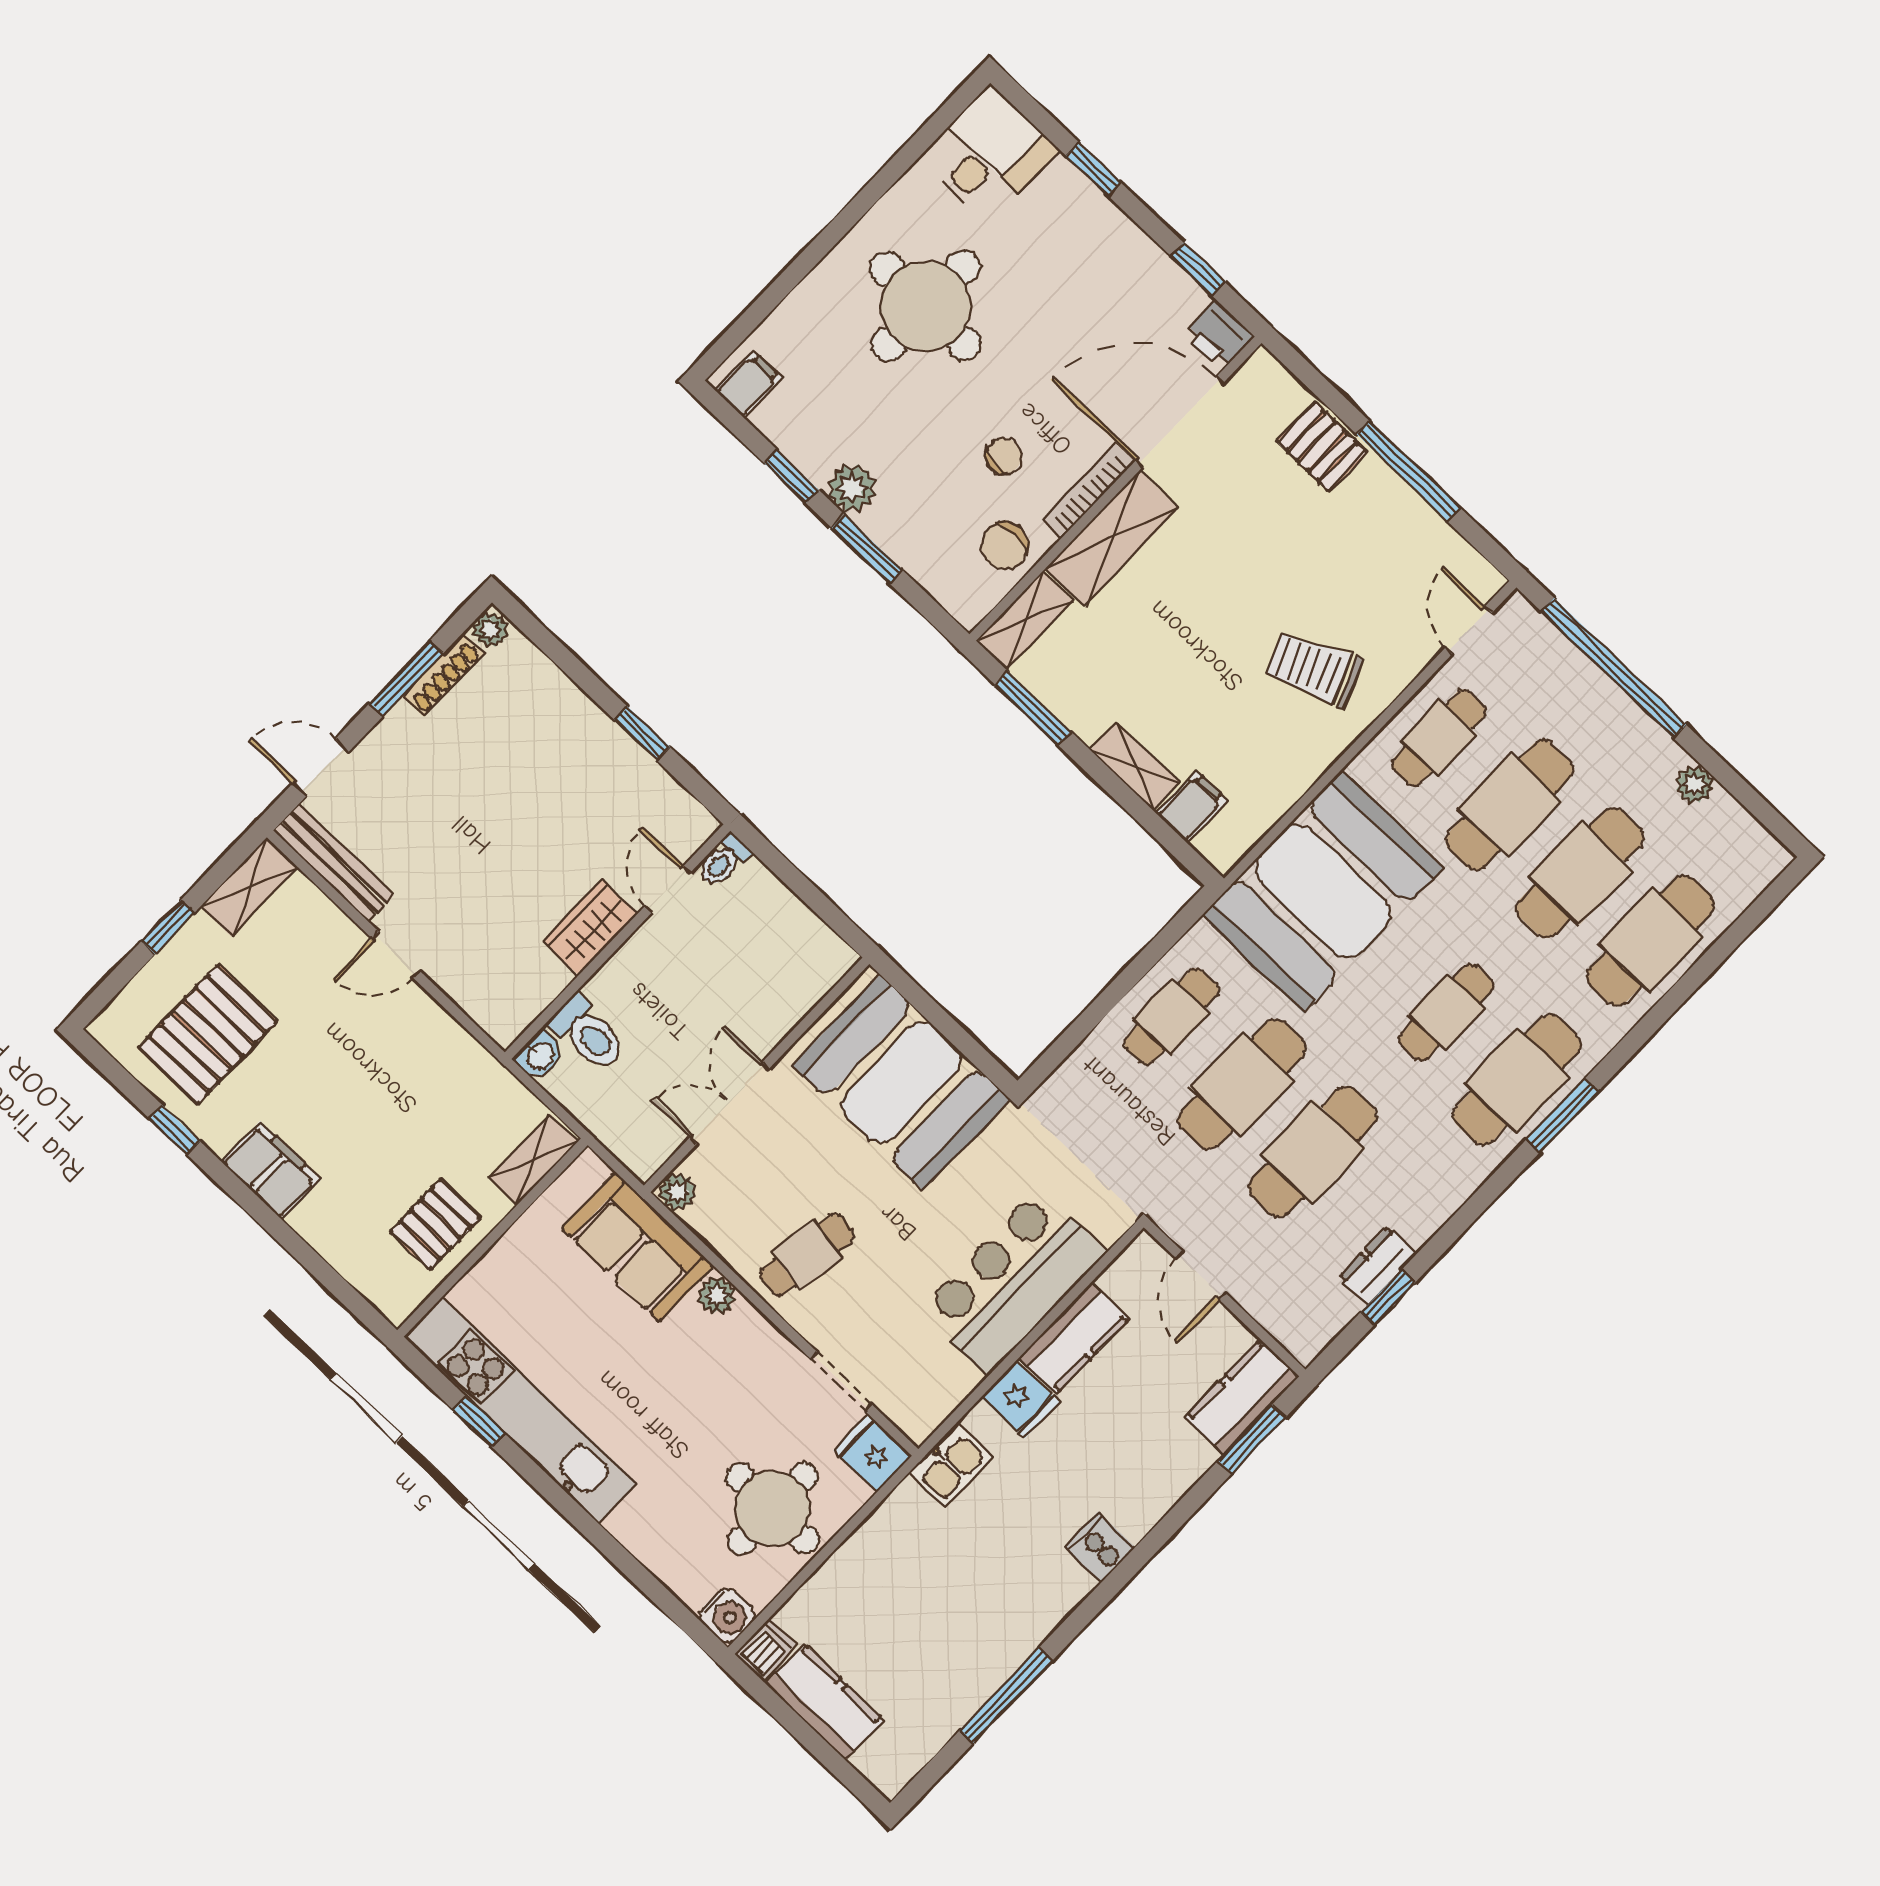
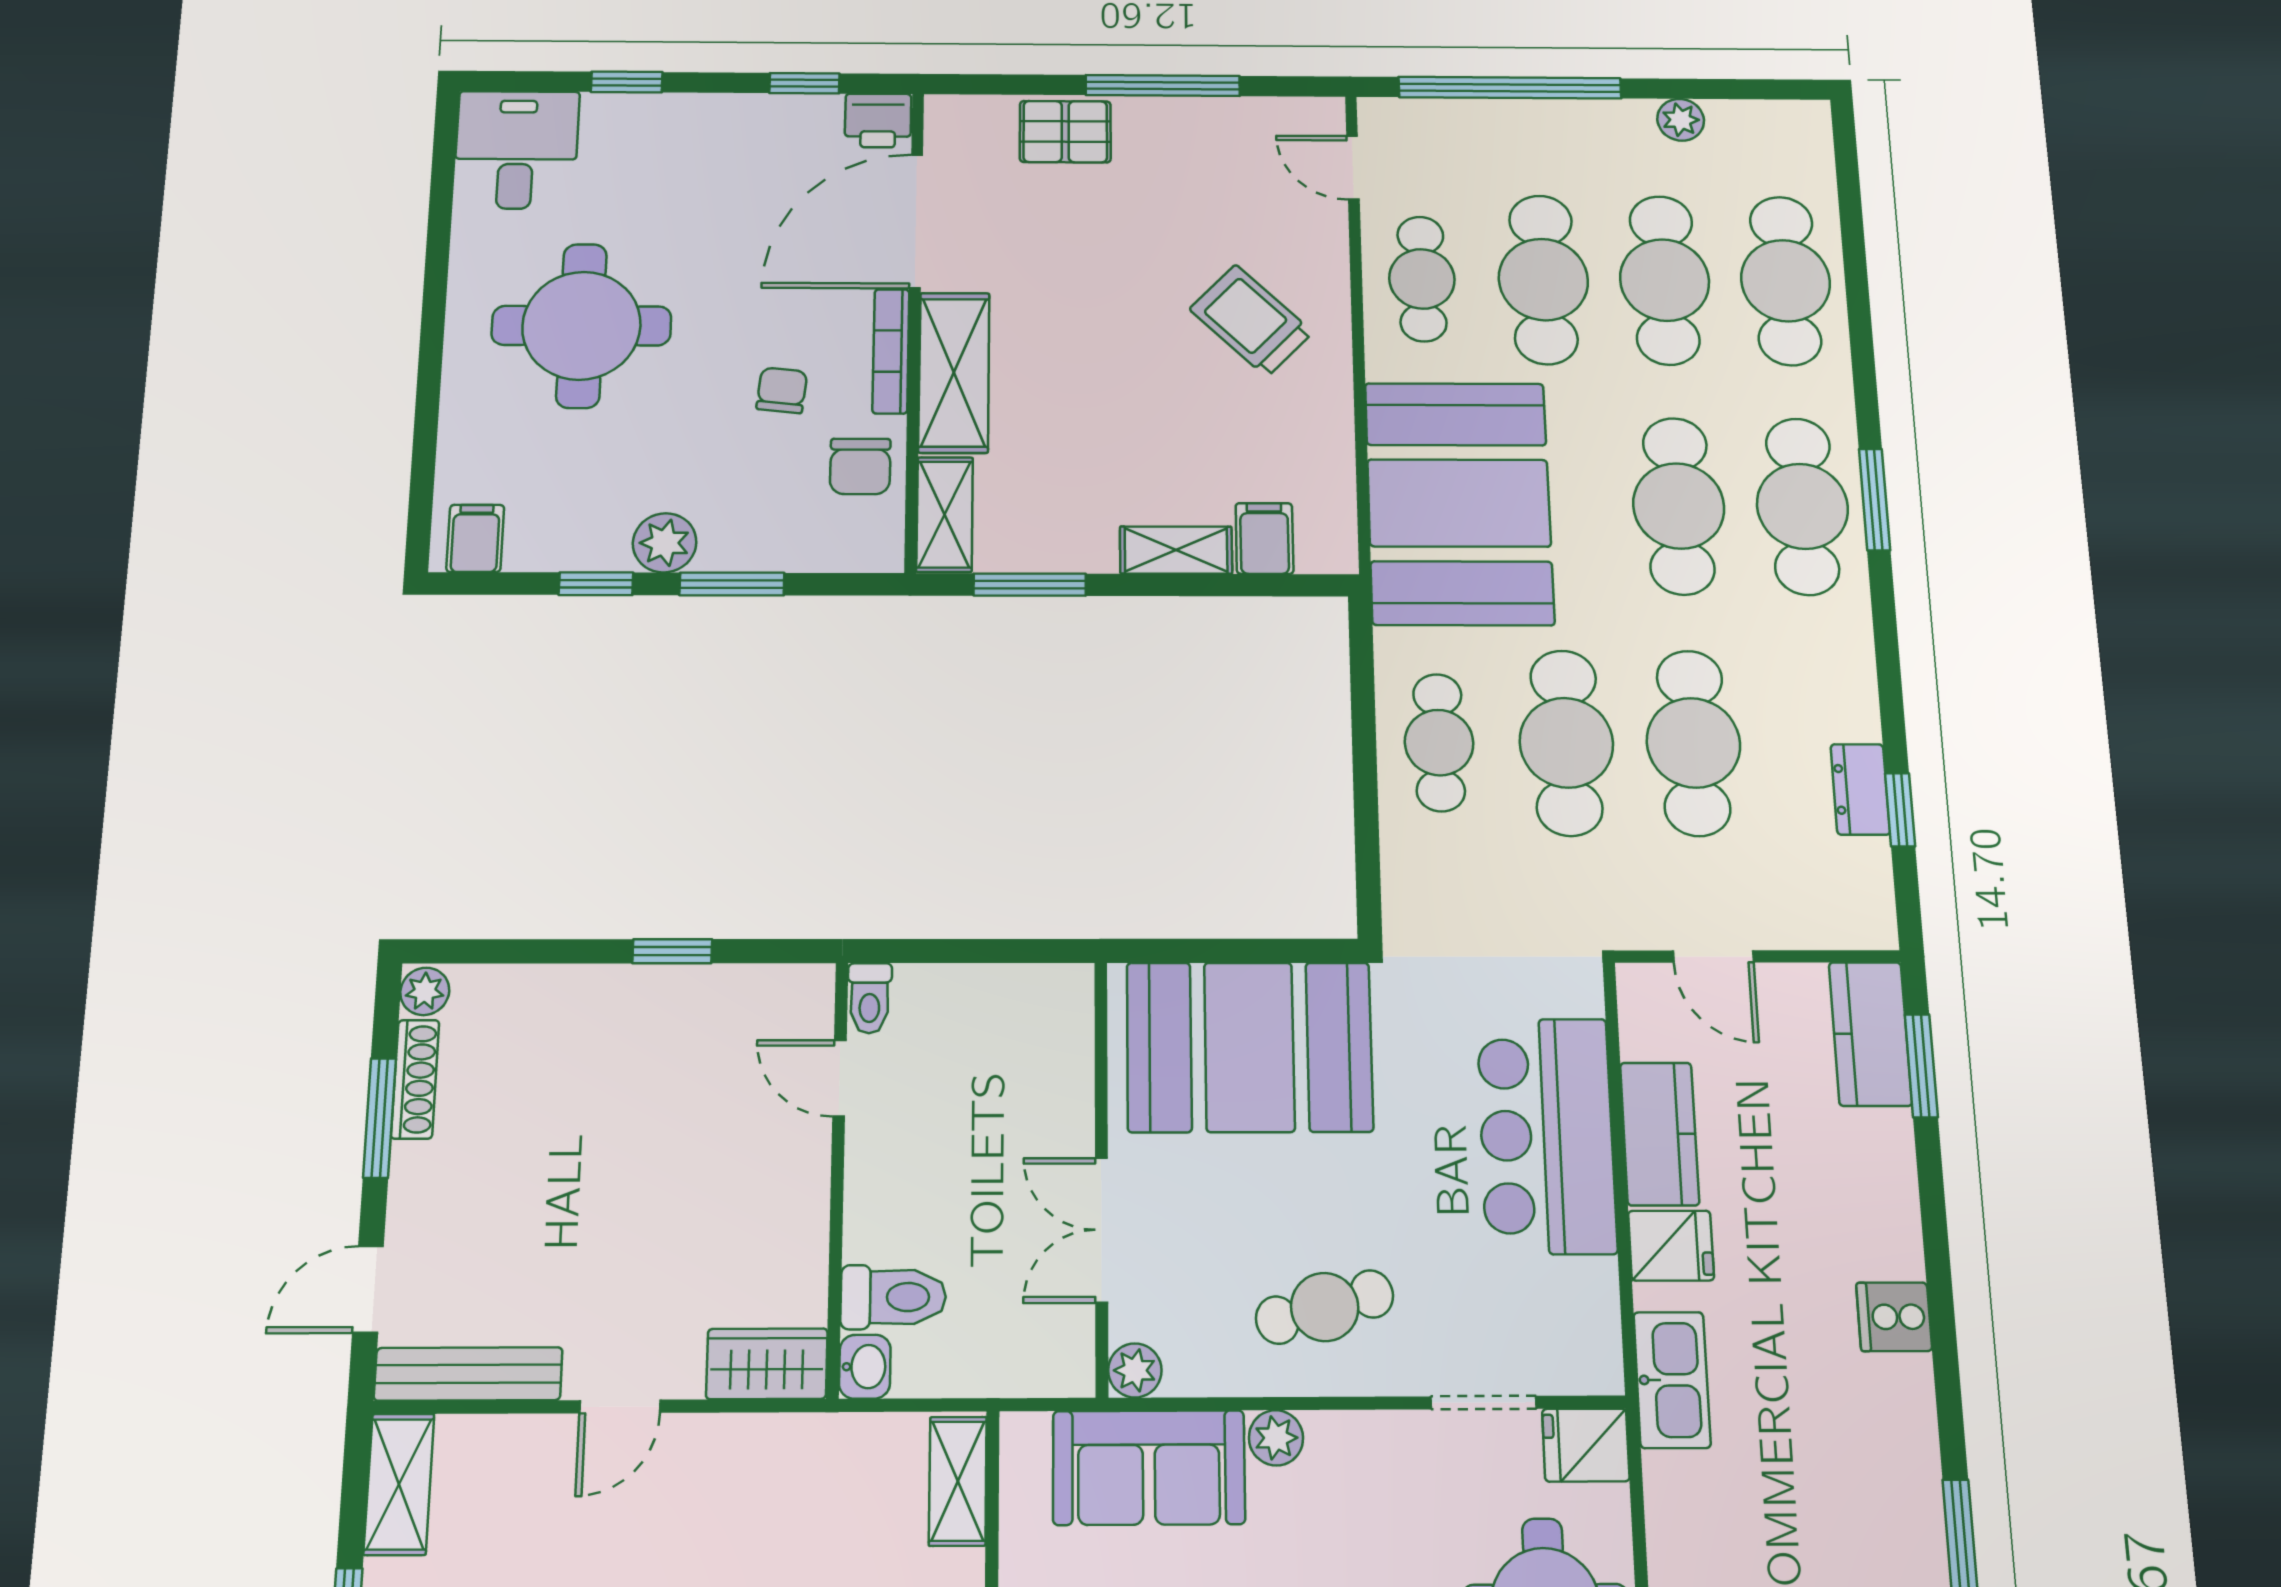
trolley: (1314, 669) -> (1251, 321), turned 67
wardrobe: (590, 928) -> (767, 1364), moved, turned 90
cafe table: (1446, 1012) -> (1679, 506), width x1.37, depth x1.35
cafe table: (807, 1255) -> (1325, 1307), turned 67
kitchen sink: (951, 1465) -> (1672, 1380), width x1.38

